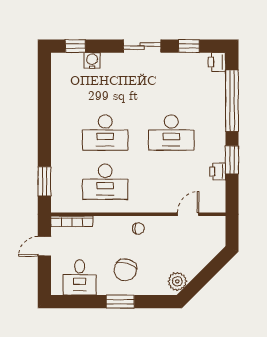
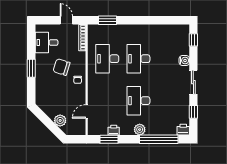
water cooler: (92, 60) -> (184, 60), moved
plant: (217, 131) -> (140, 130), added
window: (232, 160) -> (109, 139), moved
door: (188, 214) -> (87, 111), swing flipped
chair: (125, 270) -> (62, 67), moved
plant: (177, 281) -> (60, 120), moved

